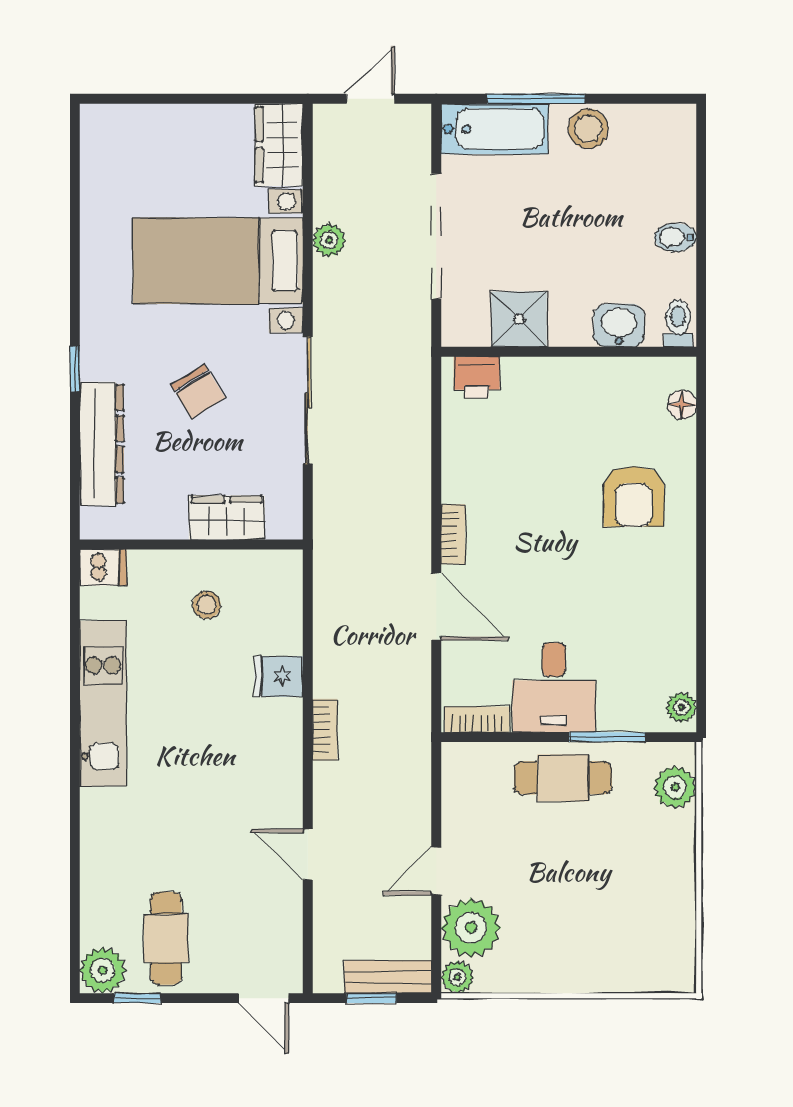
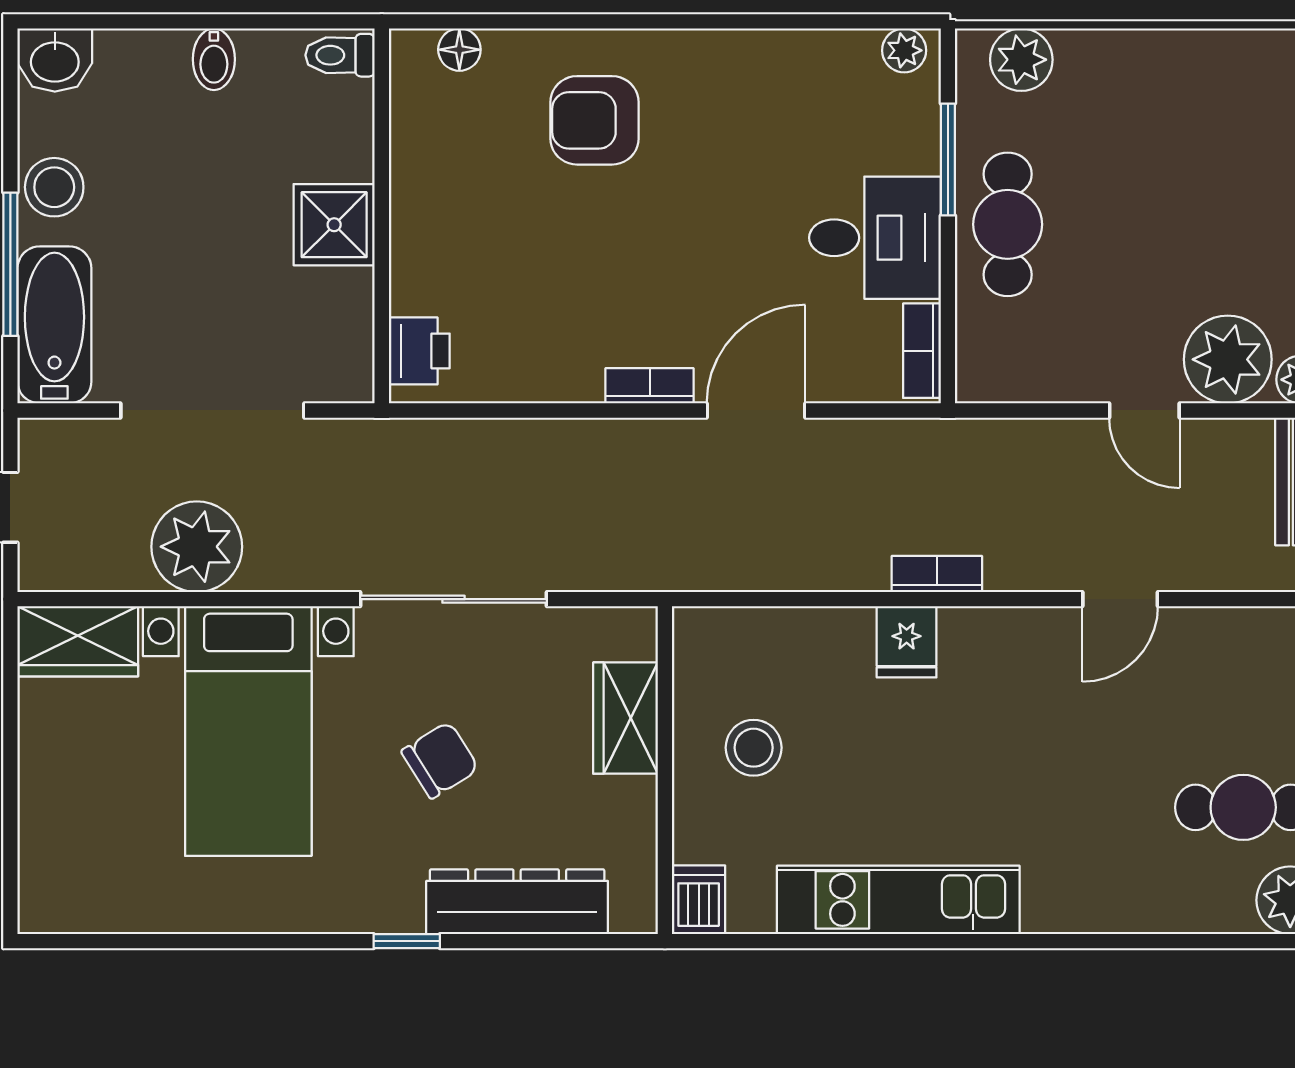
plant: (329, 240) -> (197, 547), width x1.88, depth x1.88
shower: (519, 319) -> (334, 225), moved
washbasin: (619, 325) -> (55, 60), moved, turned -90
armchair: (634, 497) -> (595, 120), turned 180
stool: (207, 605) -> (754, 748), width x1.37, depth x1.37
fridge: (279, 676) -> (907, 642), moved

